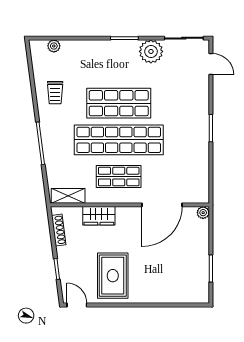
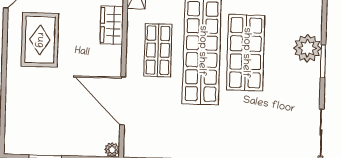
plant: (151, 51) -> (307, 48), moved
rug: (113, 276) -> (40, 40), turned 90

